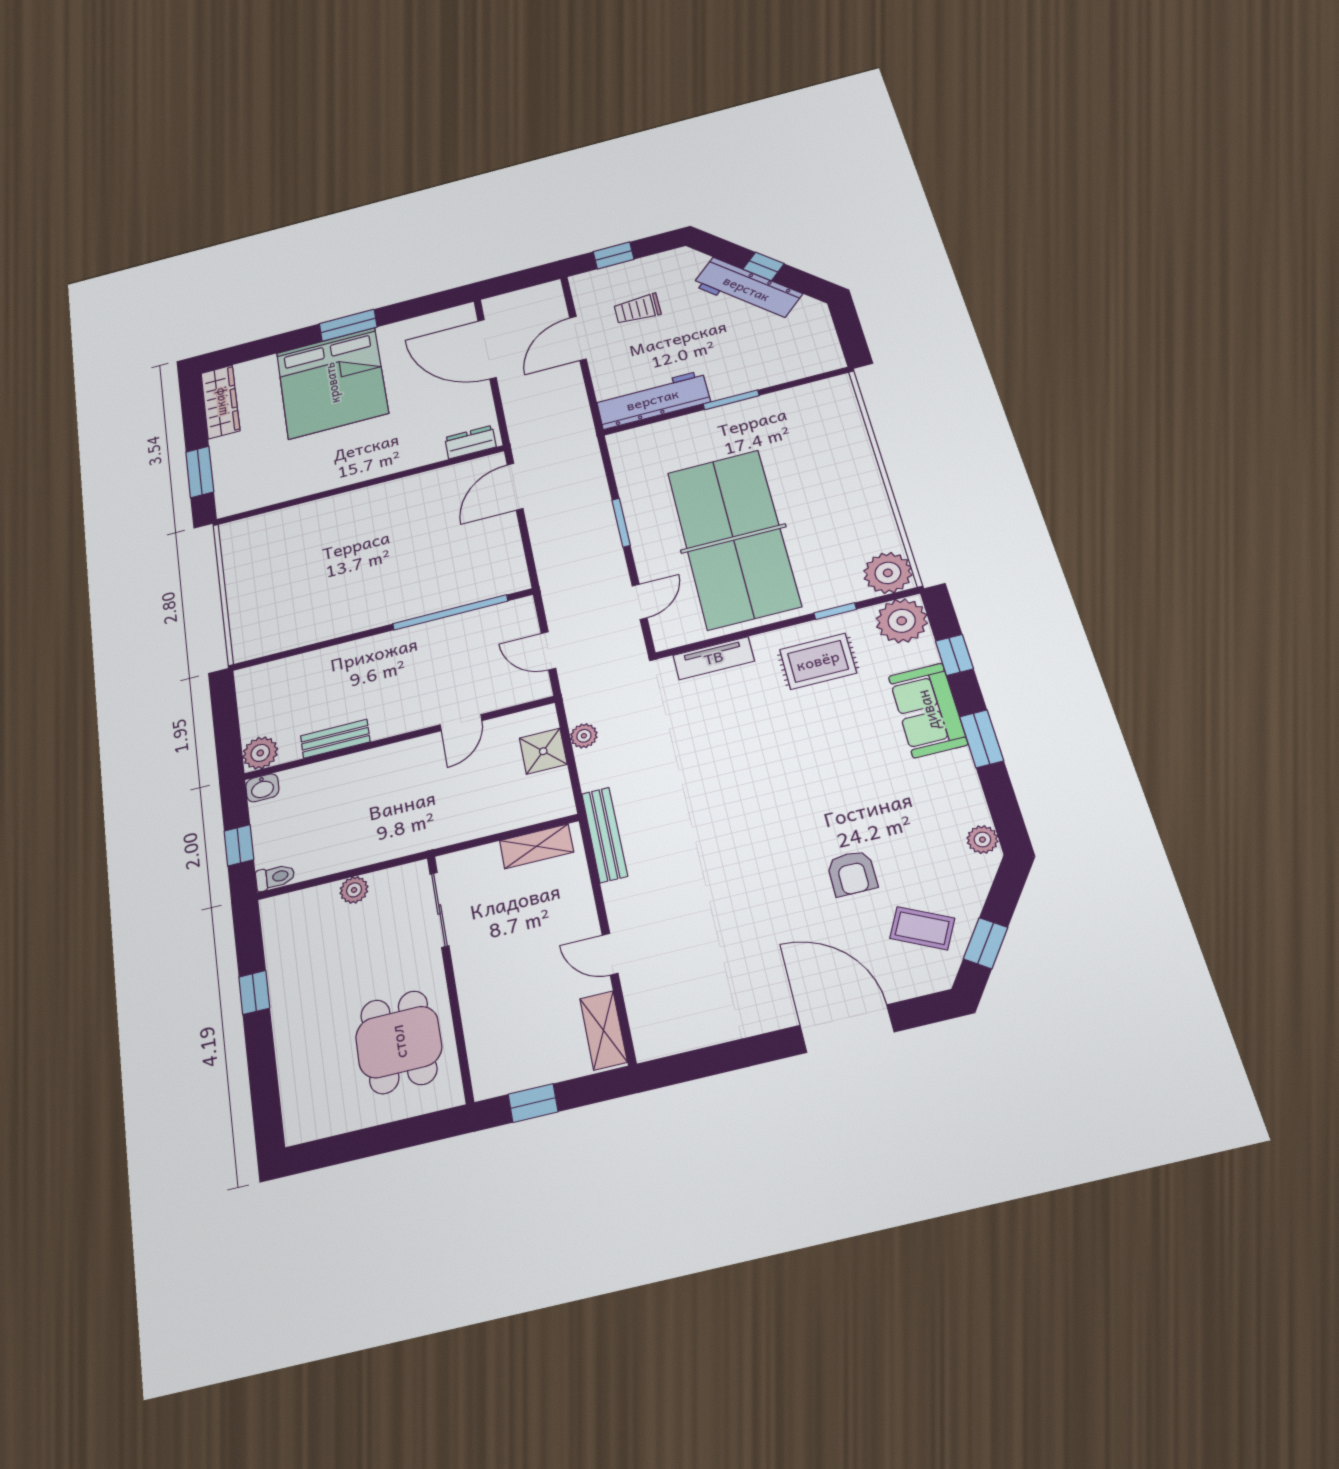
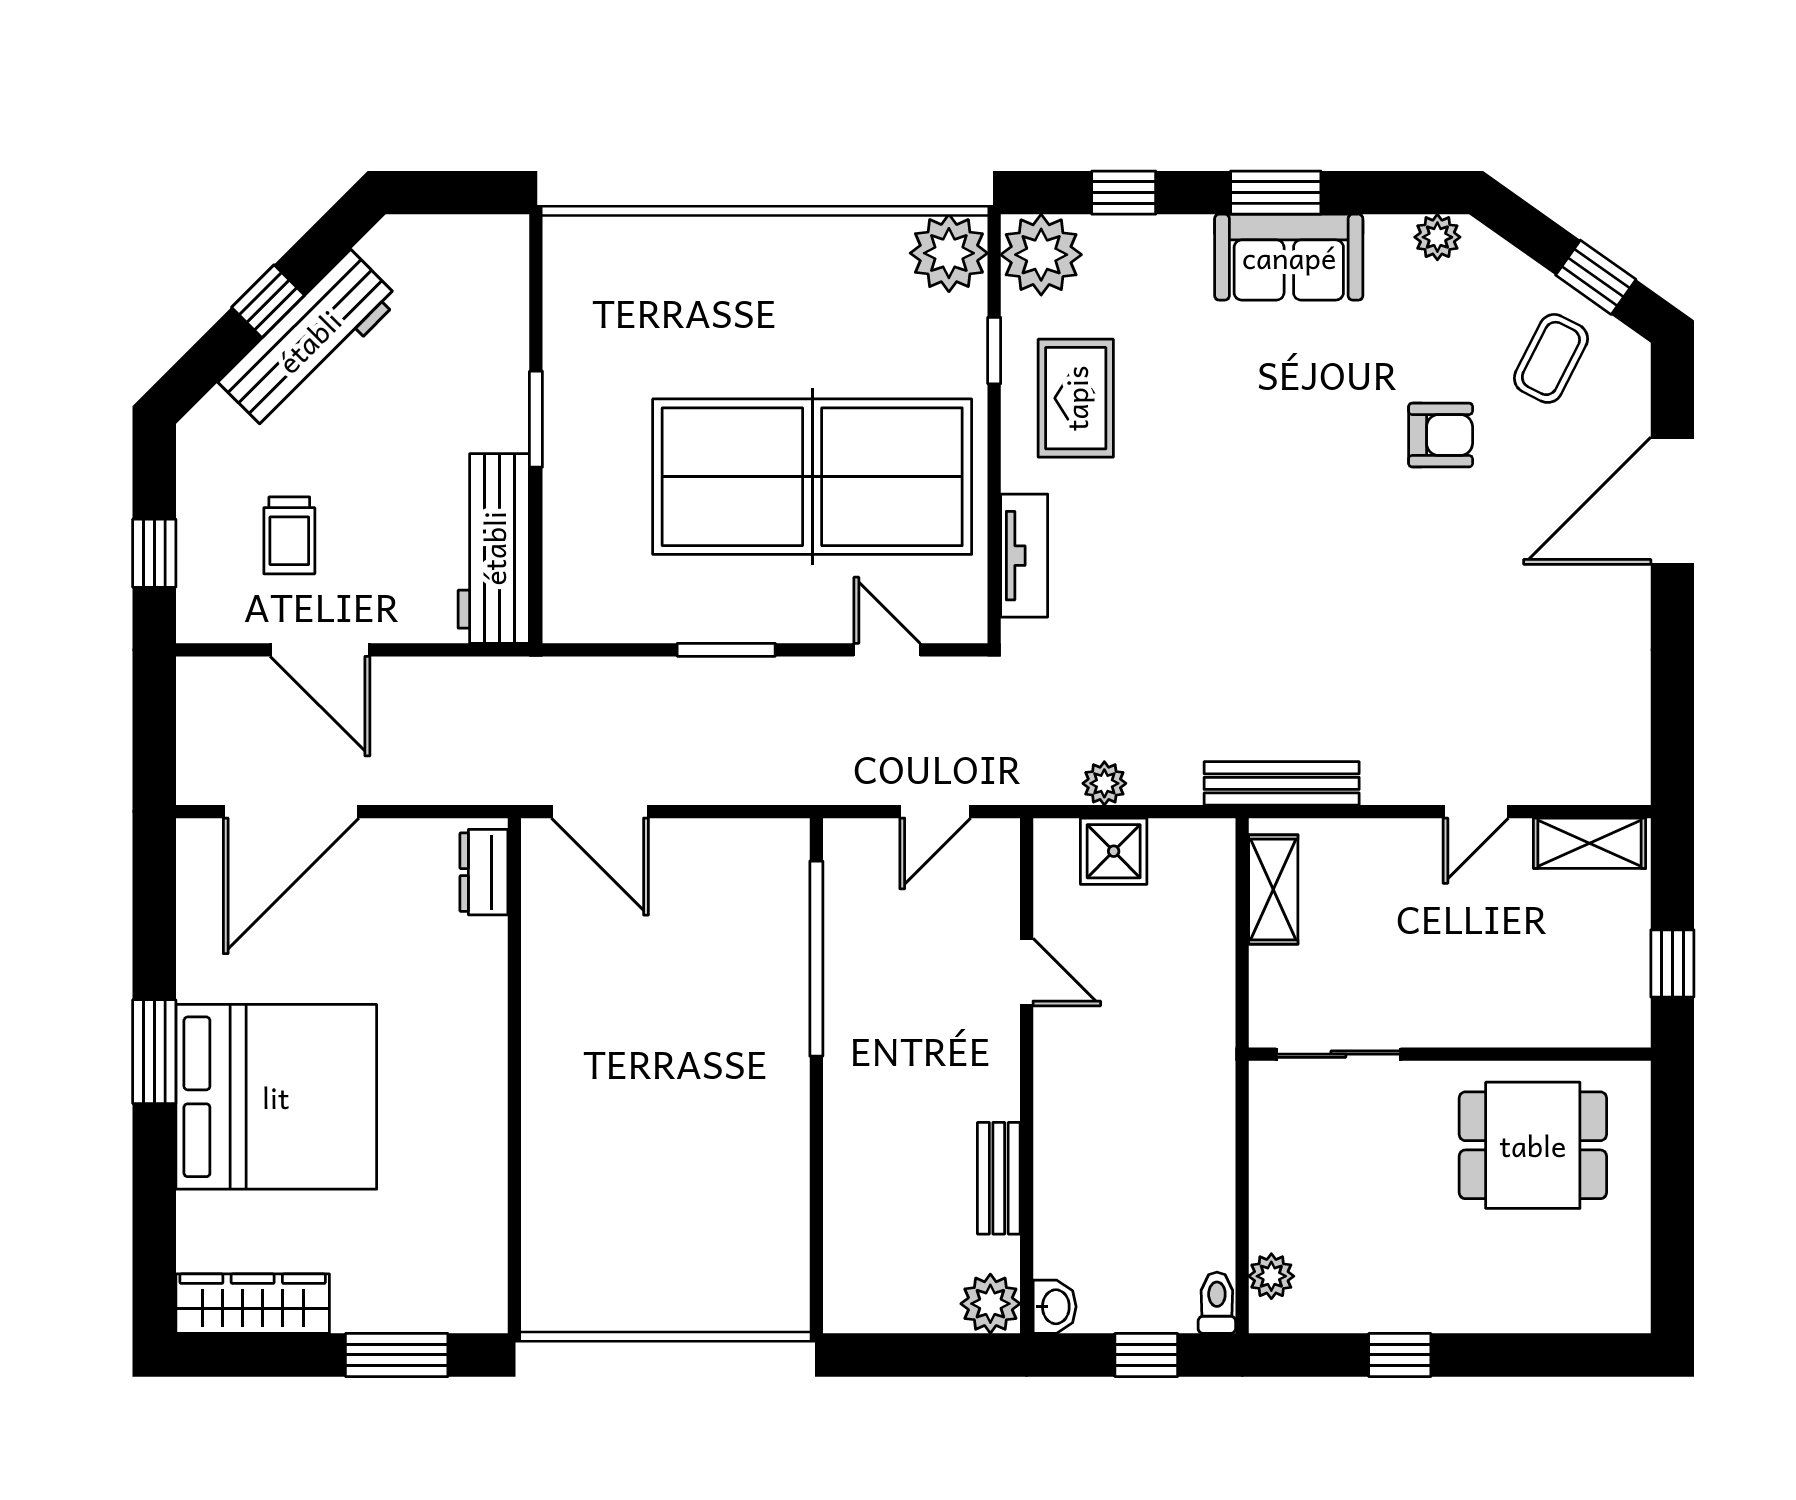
sofa: (928, 710) -> (1289, 257), moved
plant: (354, 890) -> (1271, 1276), moved

